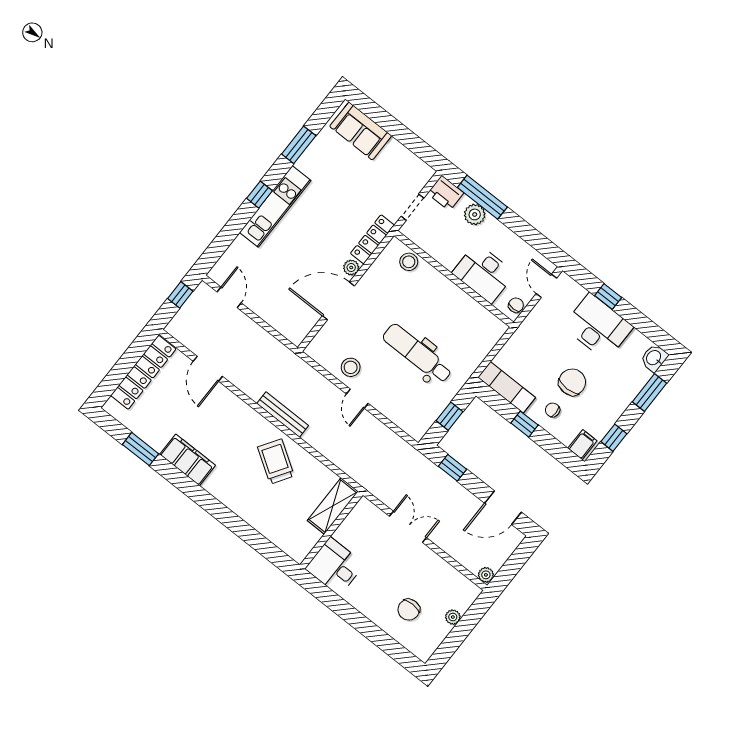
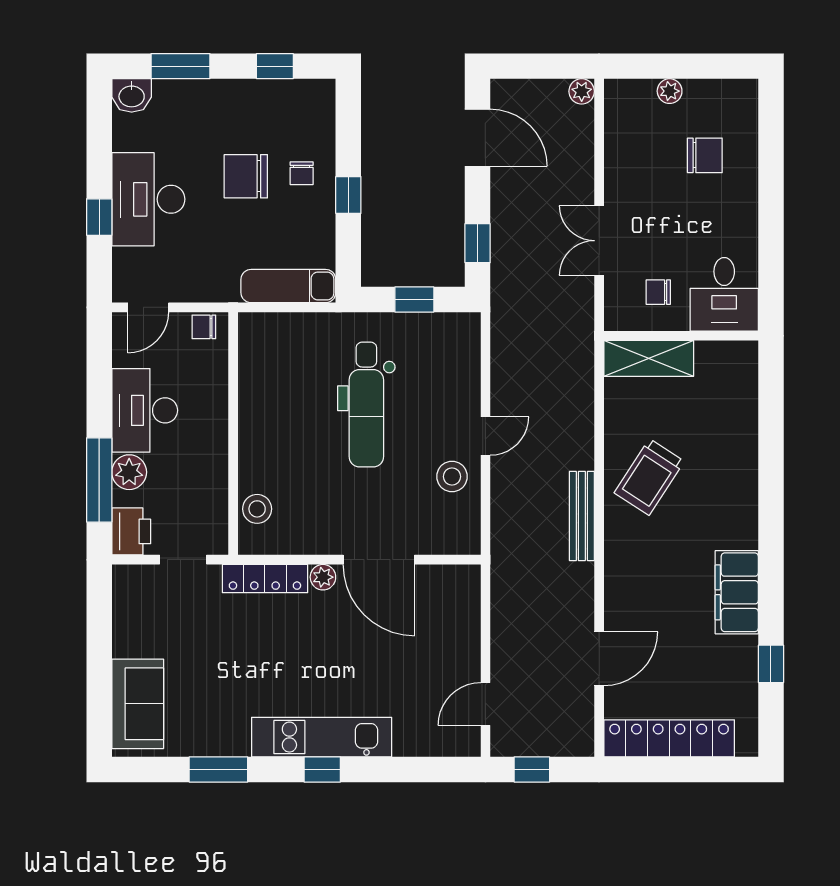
desk: (484, 273) -> (145, 410), moved, turned 180
exam couch: (507, 387) -> (288, 286), moved, turned 90
filing cabinet: (582, 445) -> (316, 100), removed
window: (140, 449) -> (771, 664), width x0.67
chair: (361, 536) -> (658, 292), added

